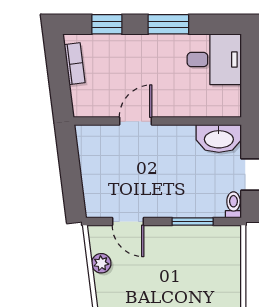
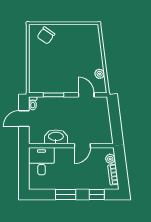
desk: (214, 60) -> (41, 161), moved, turned 90
plant: (80, 95) -> (110, 159), added
washbasin: (219, 138) -> (56, 137), moved

